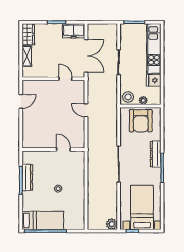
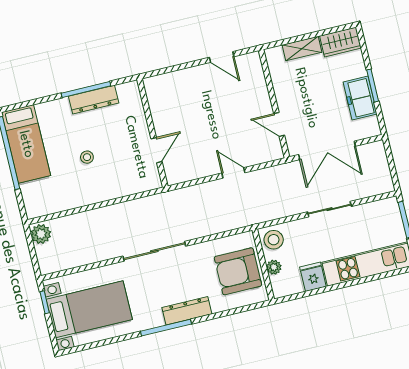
freezer: (74, 31) -> (360, 98), moved
door: (65, 79) -> (279, 124), swing flipped
door: (86, 110) -> (233, 173), hinge flipped
plant: (112, 224) -> (41, 234), moved

